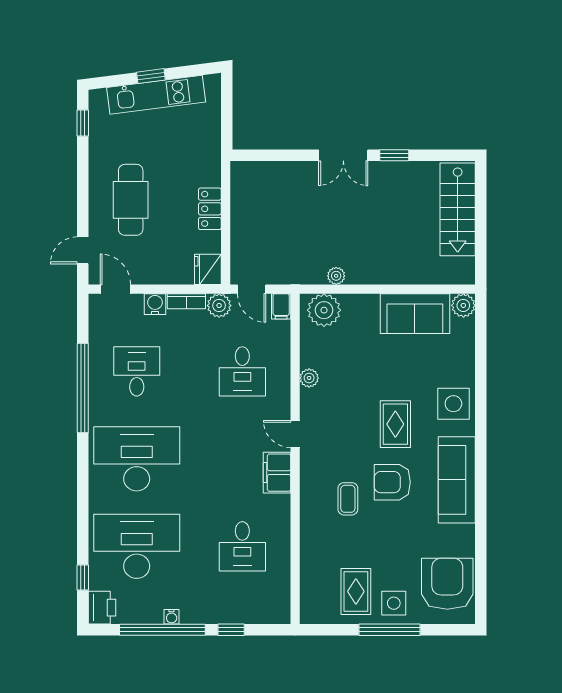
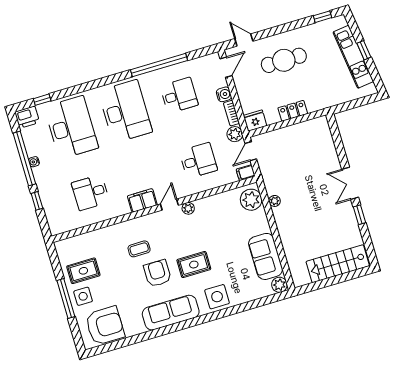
desk: (242, 371) -> (198, 161), turned 180
plant: (309, 378) -> (188, 208), moved

